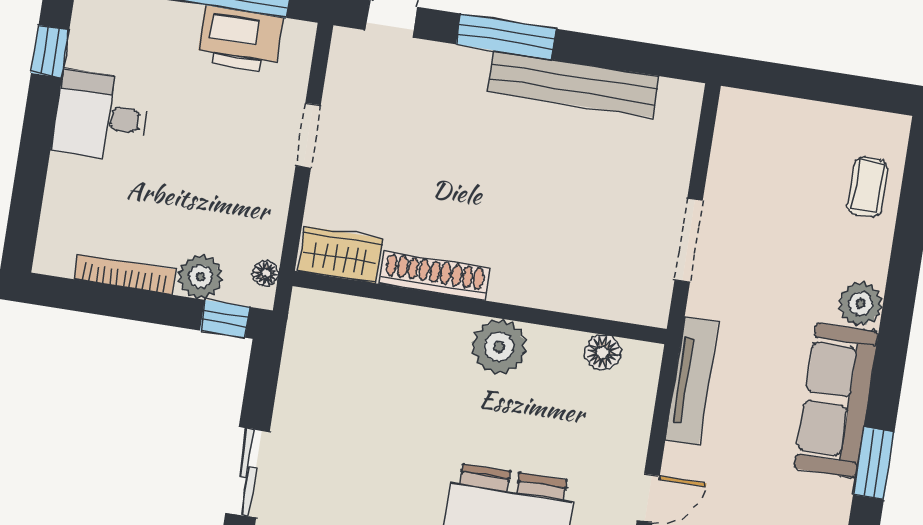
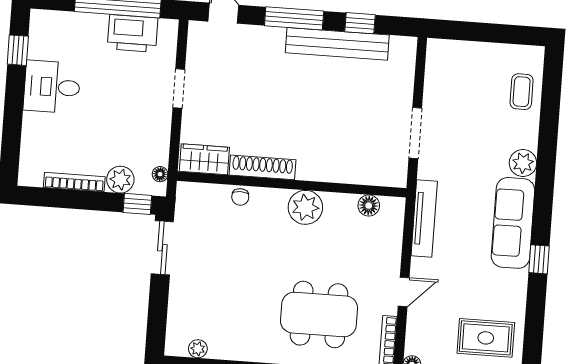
window: (613, 53) -> (360, 23), added
chair: (394, 321) -> (240, 197), added
window: (874, 463) -> (539, 259), width x0.67
sliding door: (248, 472) -> (162, 248), moved

